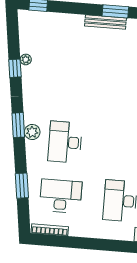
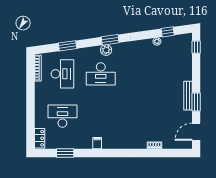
window: (15, 68) -> (168, 32), moved
desk: (65, 142) -> (101, 74), turned 180

